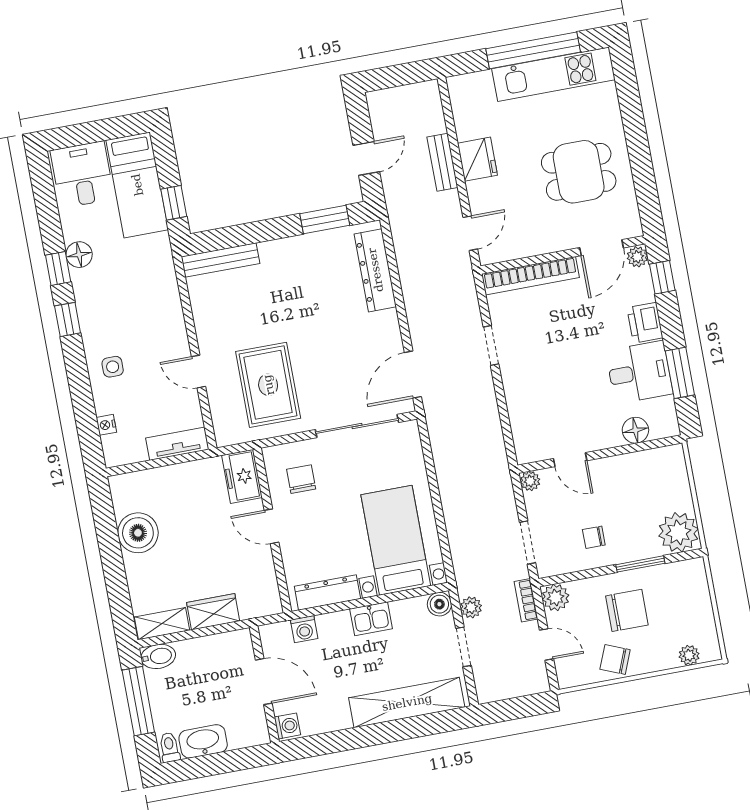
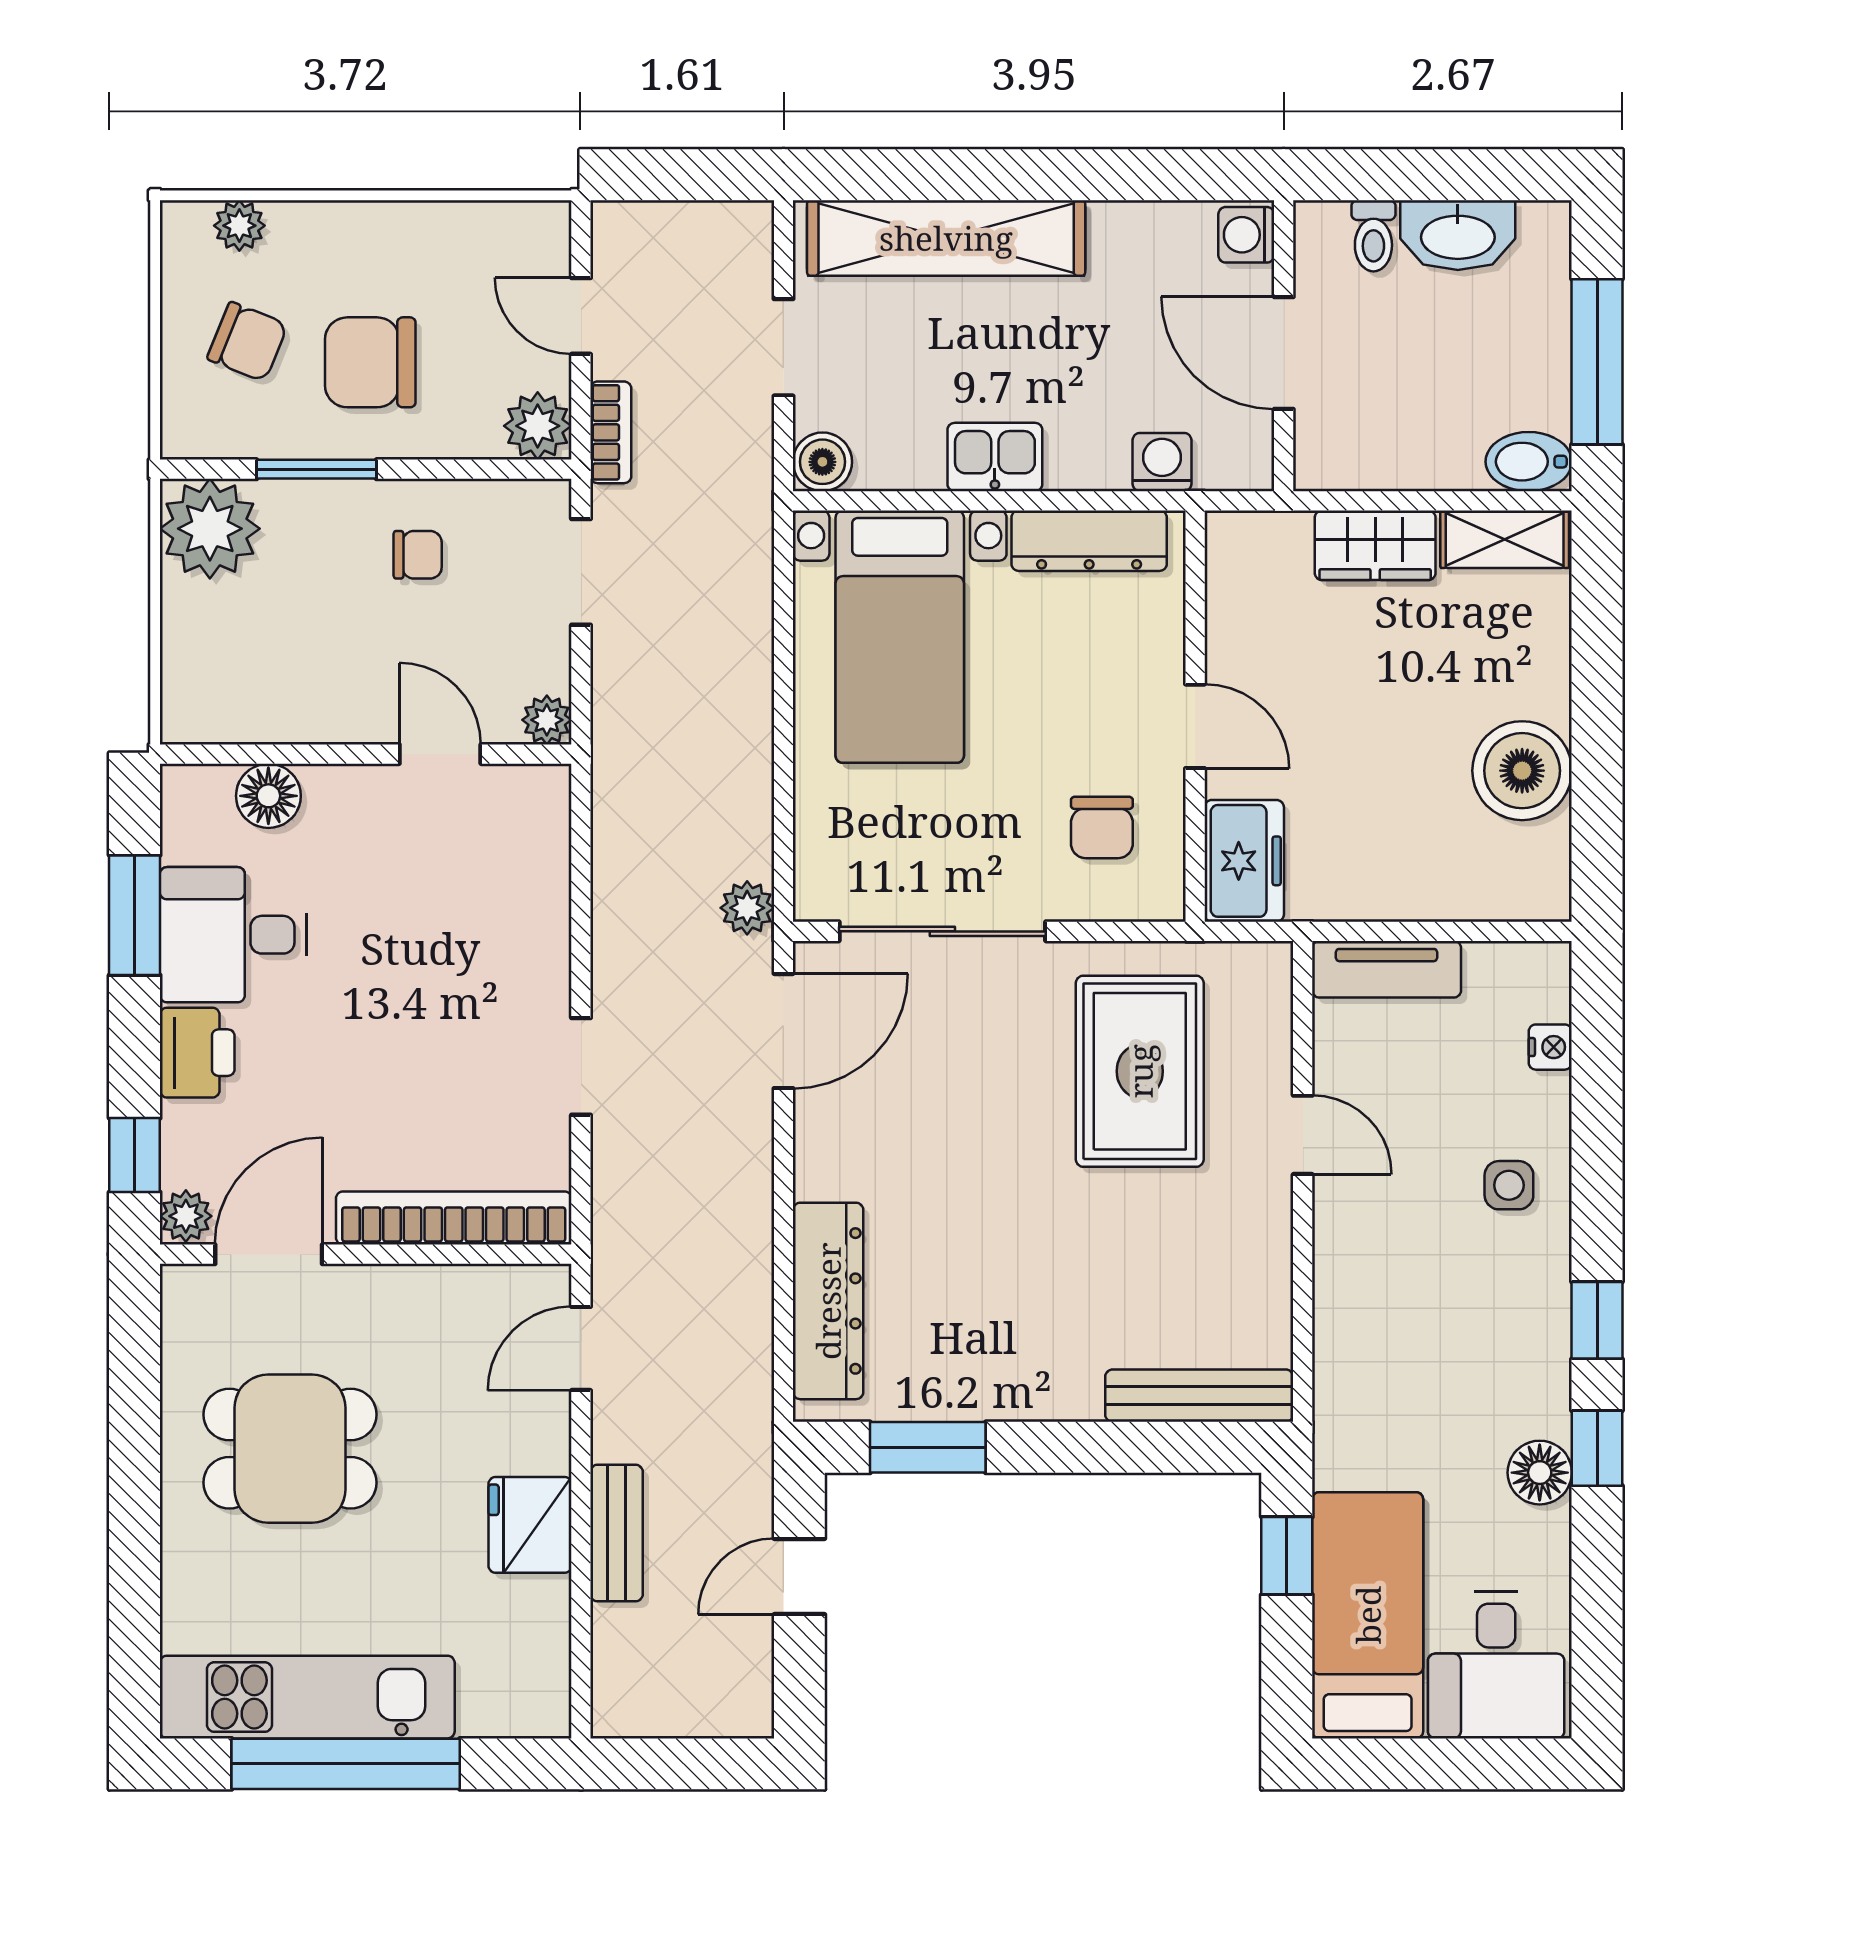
plant: (471, 607) -> (747, 908), moved
chair: (615, 659) -> (247, 342), moved
toilet: (169, 747) -> (1373, 236), moved

